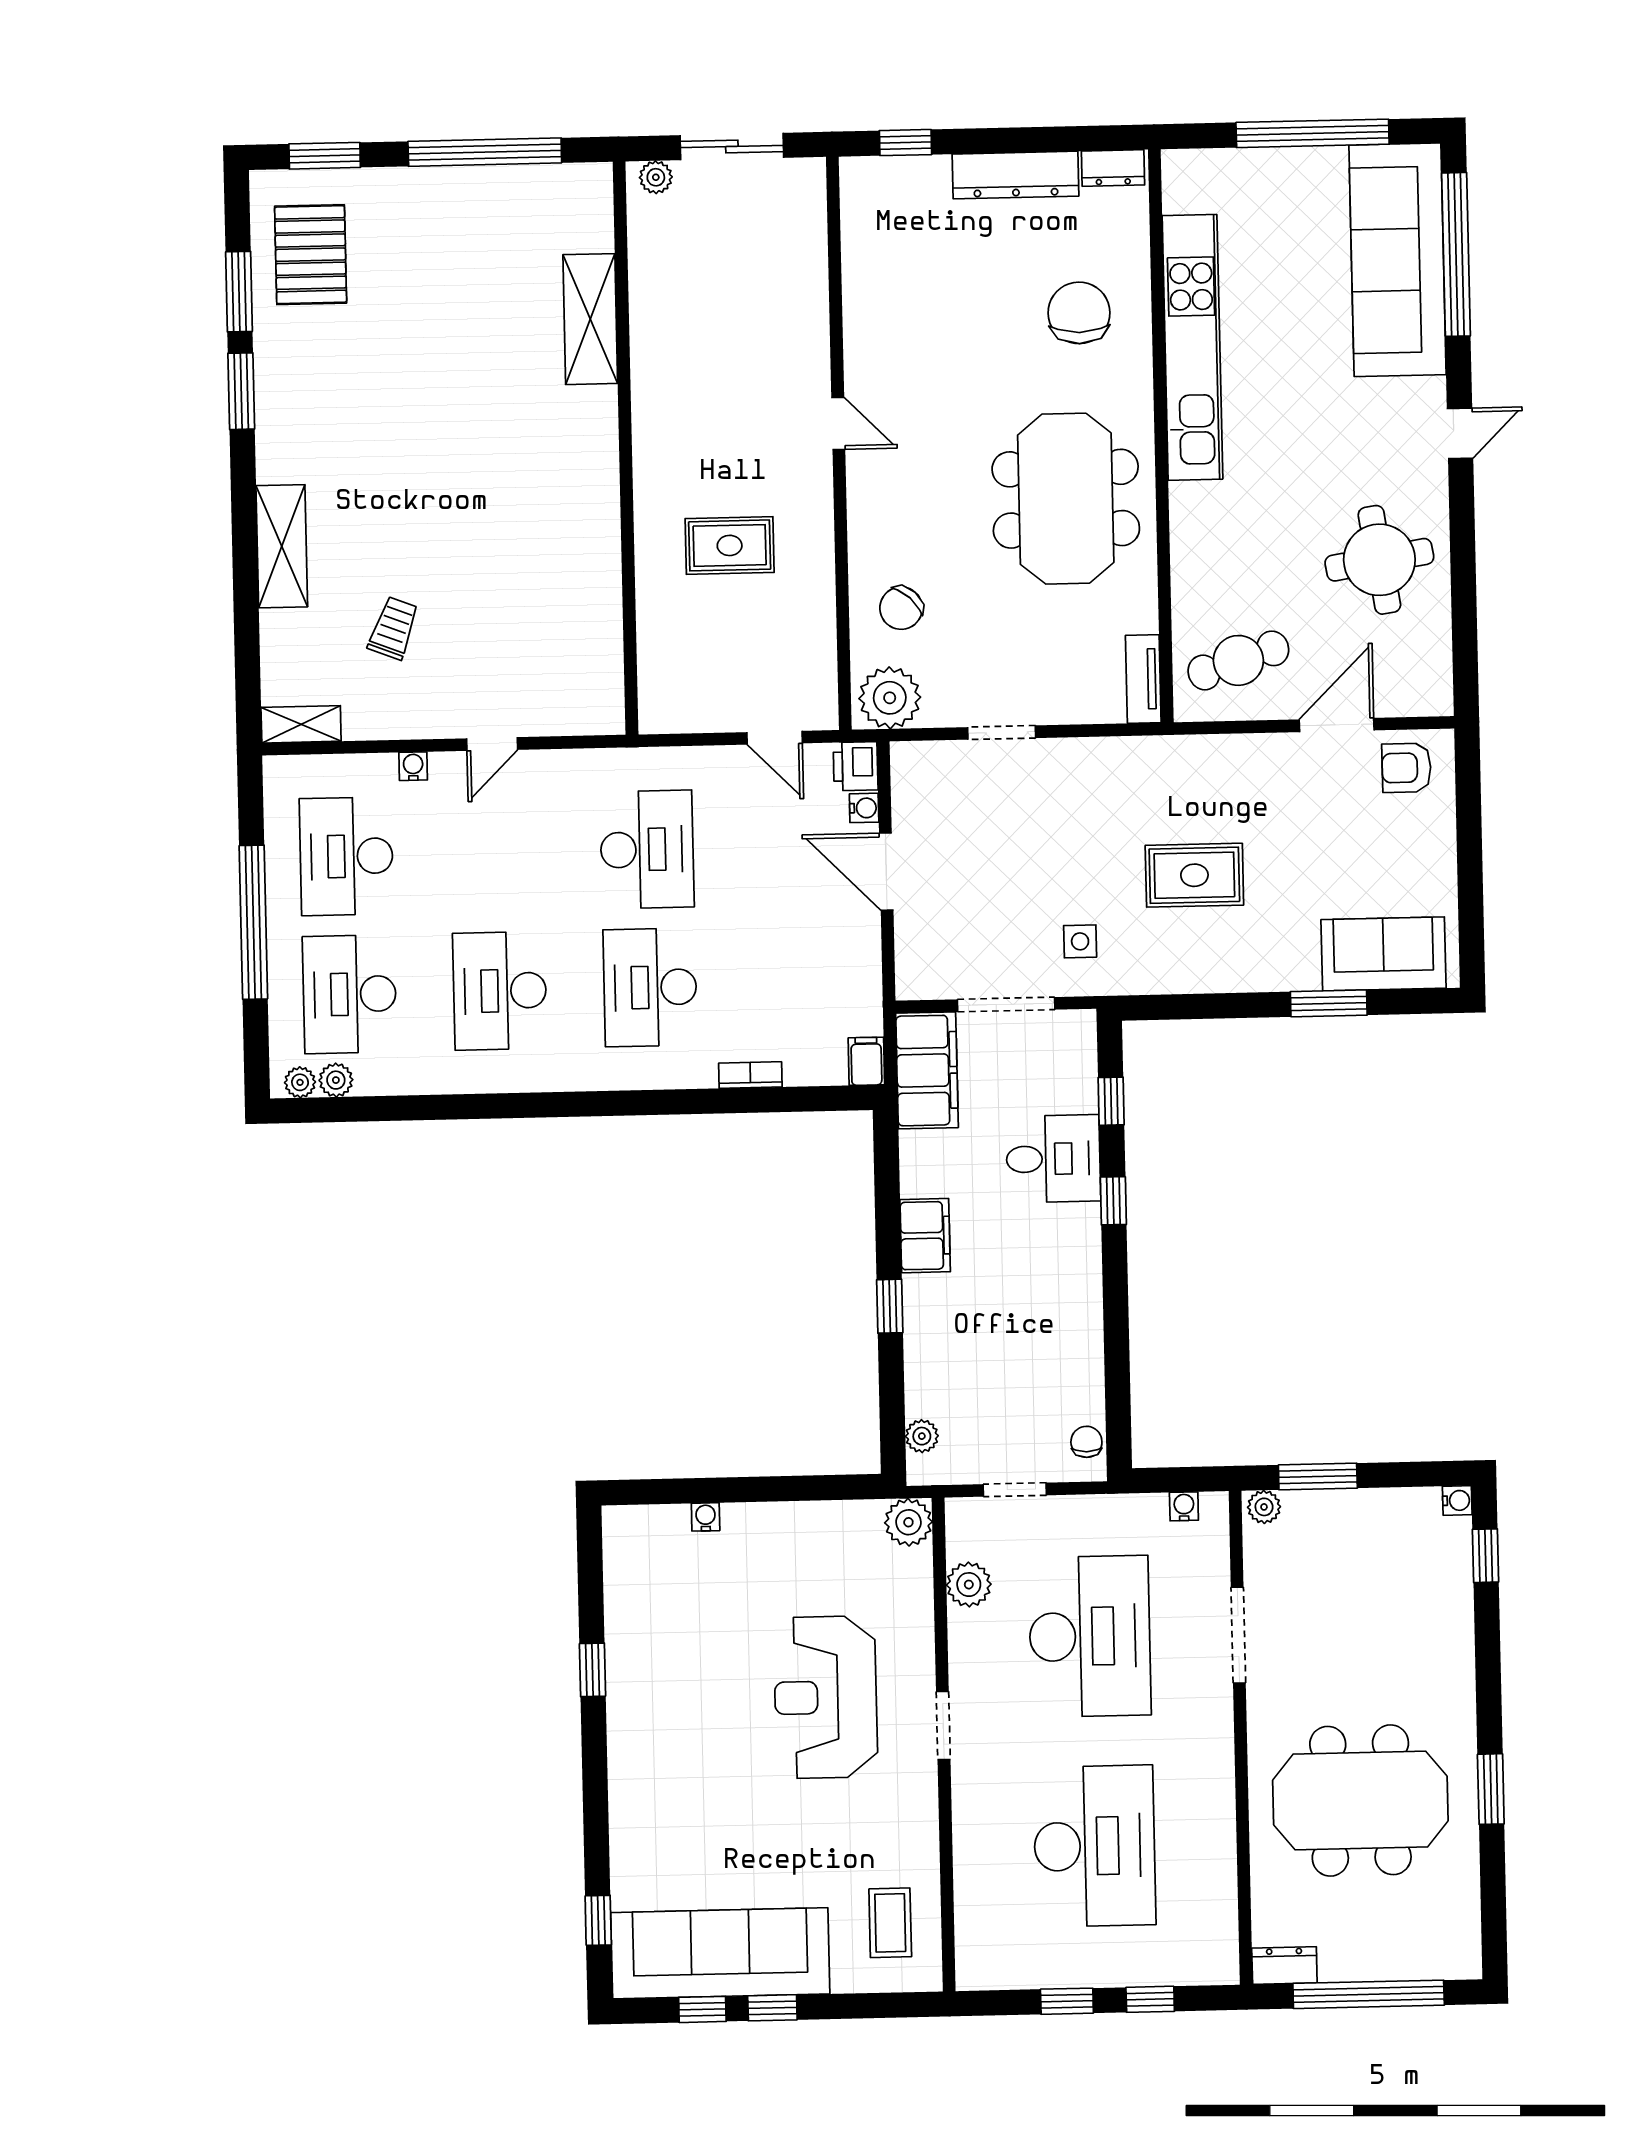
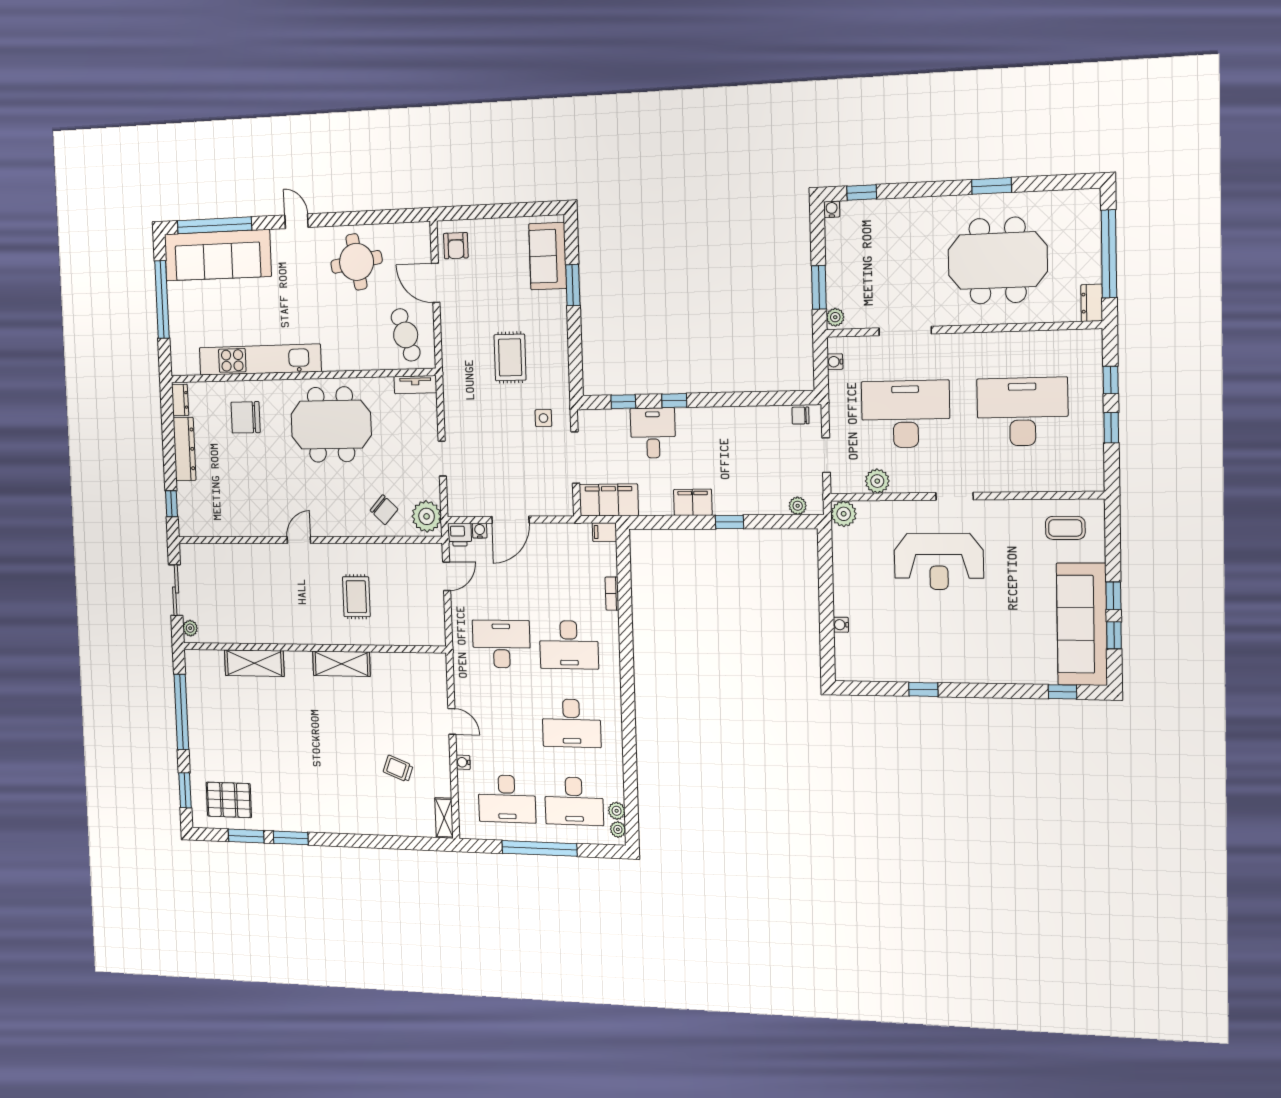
shelving: (282, 546) -> (341, 664), moved
meeting table: (1360, 1801) -> (998, 261), turned 90

